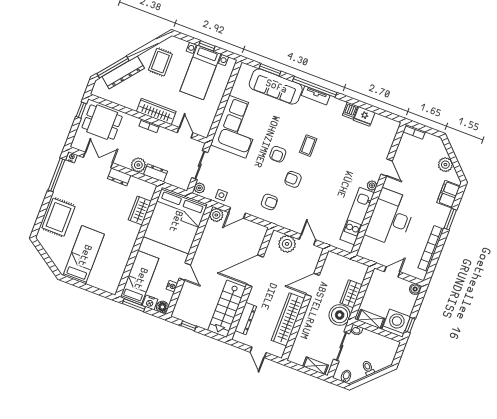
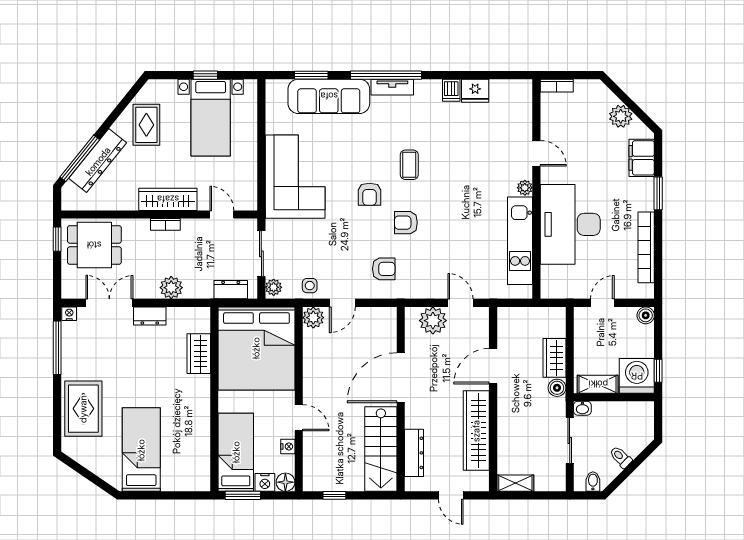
dresser: (155, 173) -> (231, 290), moved
boiler: (340, 315) -> (557, 388), width x0.54, depth x0.54
shelving: (316, 366) -> (515, 483), moved

